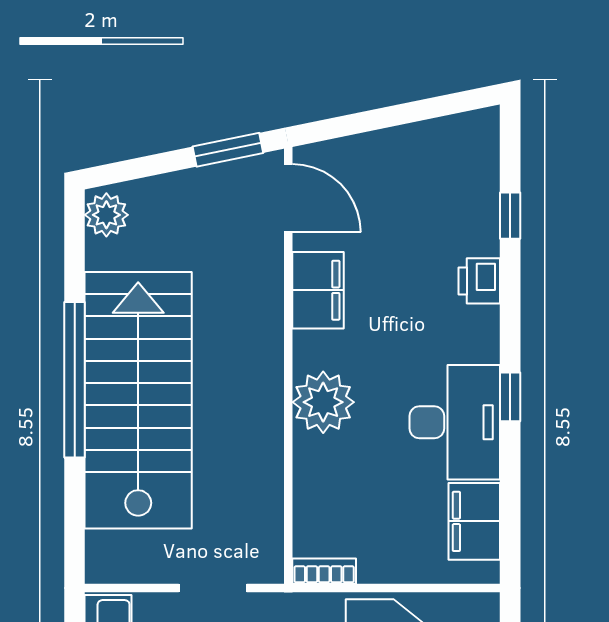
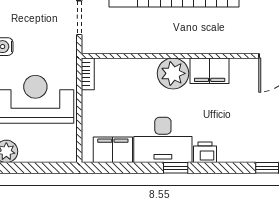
printer: (479, 281) -> (205, 152), moved
filing cabinet: (318, 290) -> (210, 71), moved

